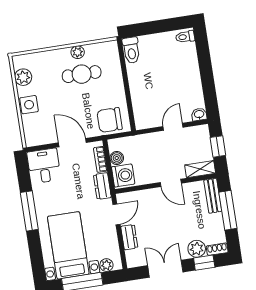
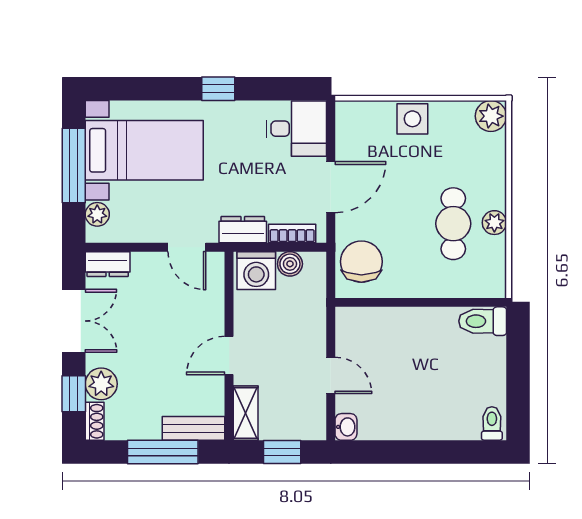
plant: (23, 77) -> (491, 116), moved
window: (29, 211) -> (218, 89), width x0.46
dresser: (129, 237) -> (108, 264), moved

